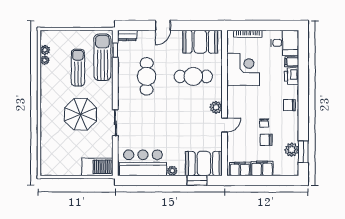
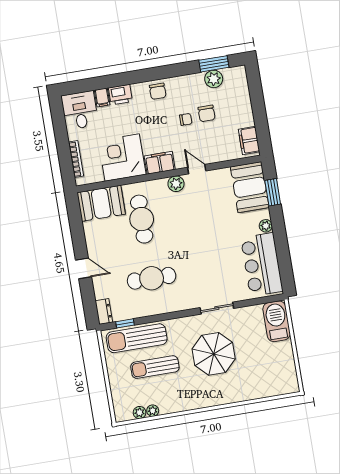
booth: (200, 42) -> (101, 203), moved, turned 90
filing cabinet: (262, 168) -> (160, 163), moved, turned 90

